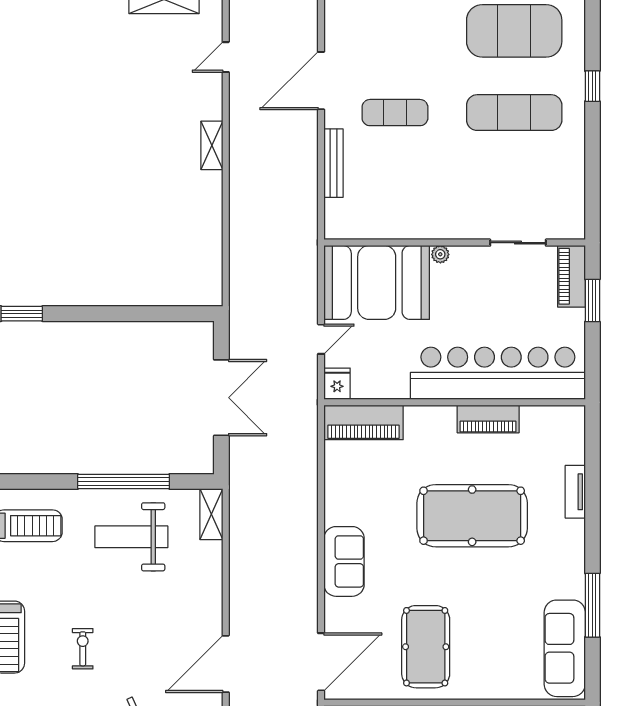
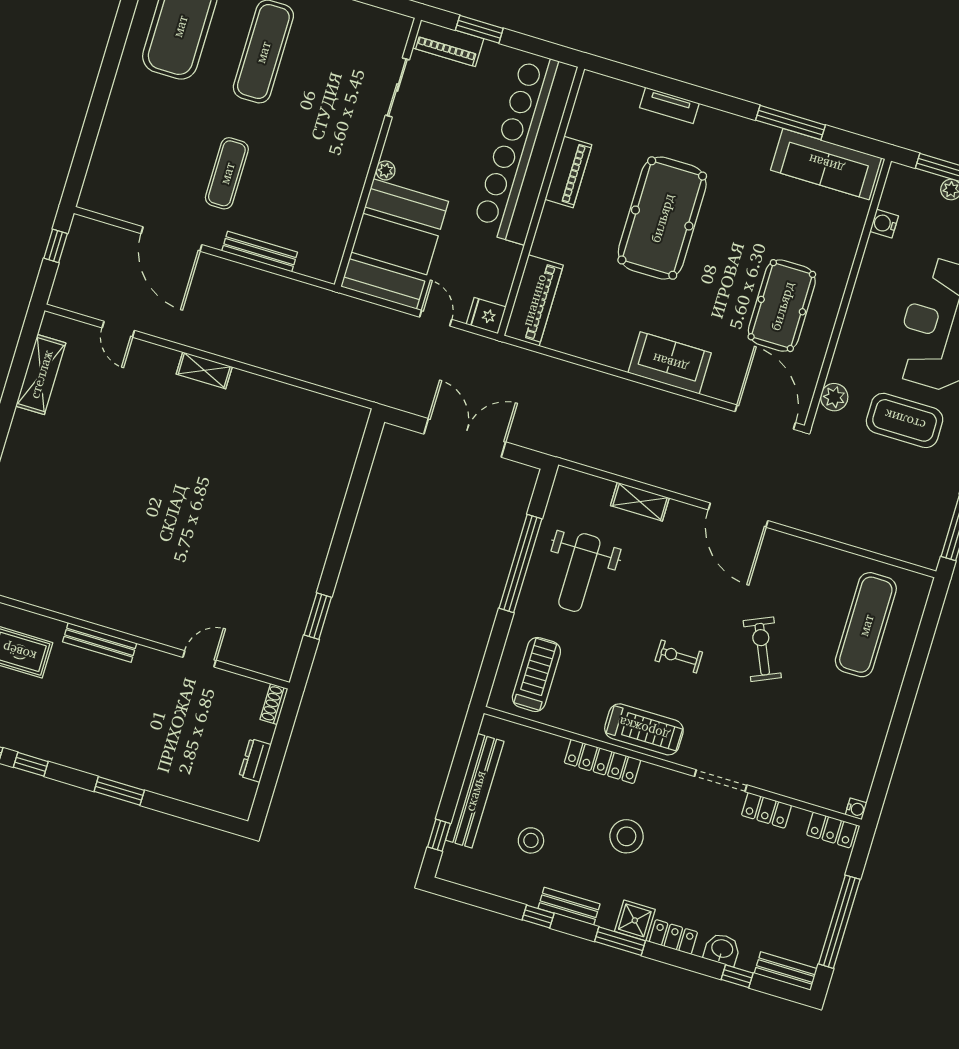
shelving: (211, 514) -> (640, 502), moved
pool table: (426, 647) -> (782, 306), turned 90

